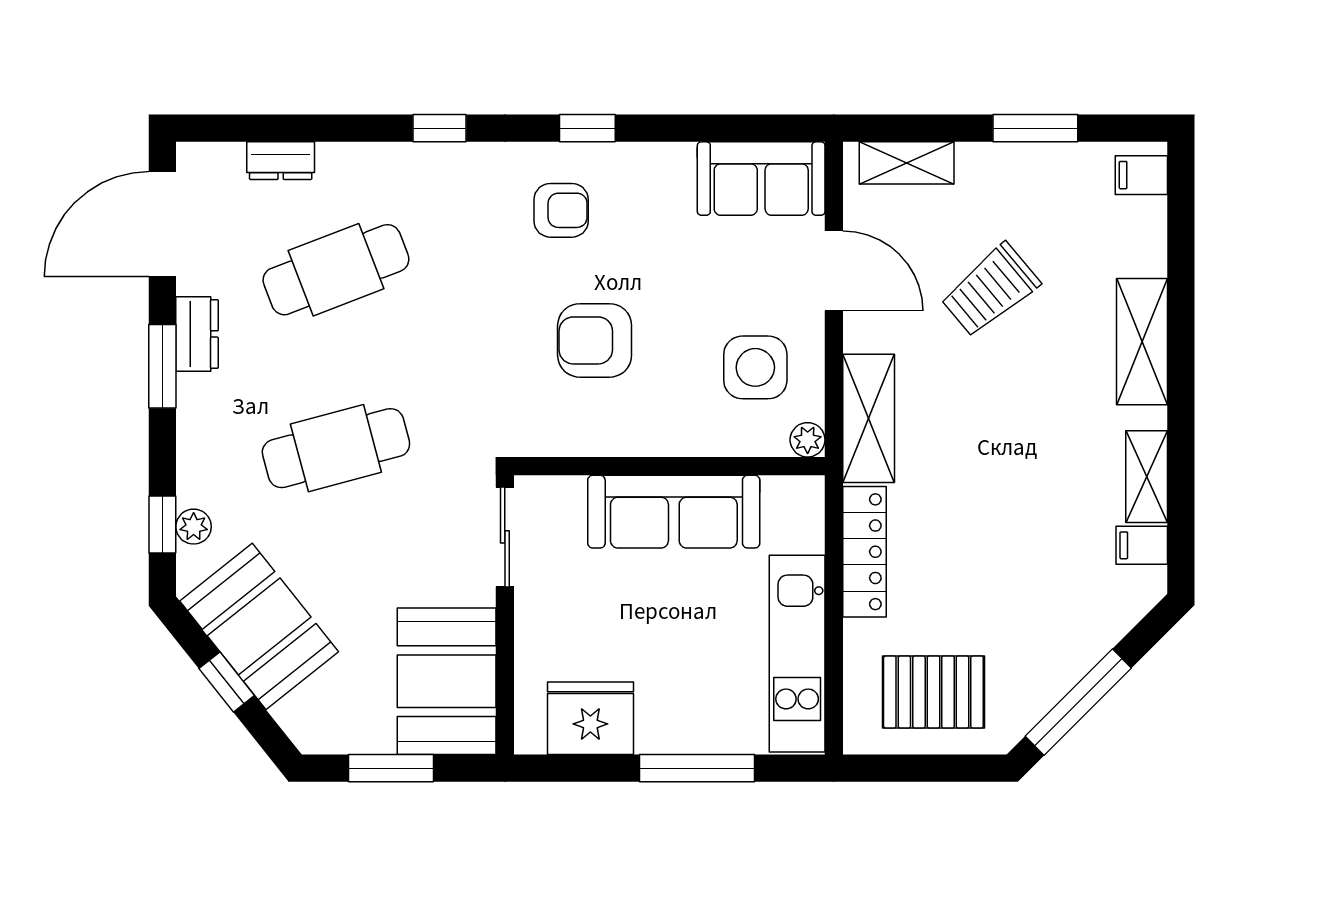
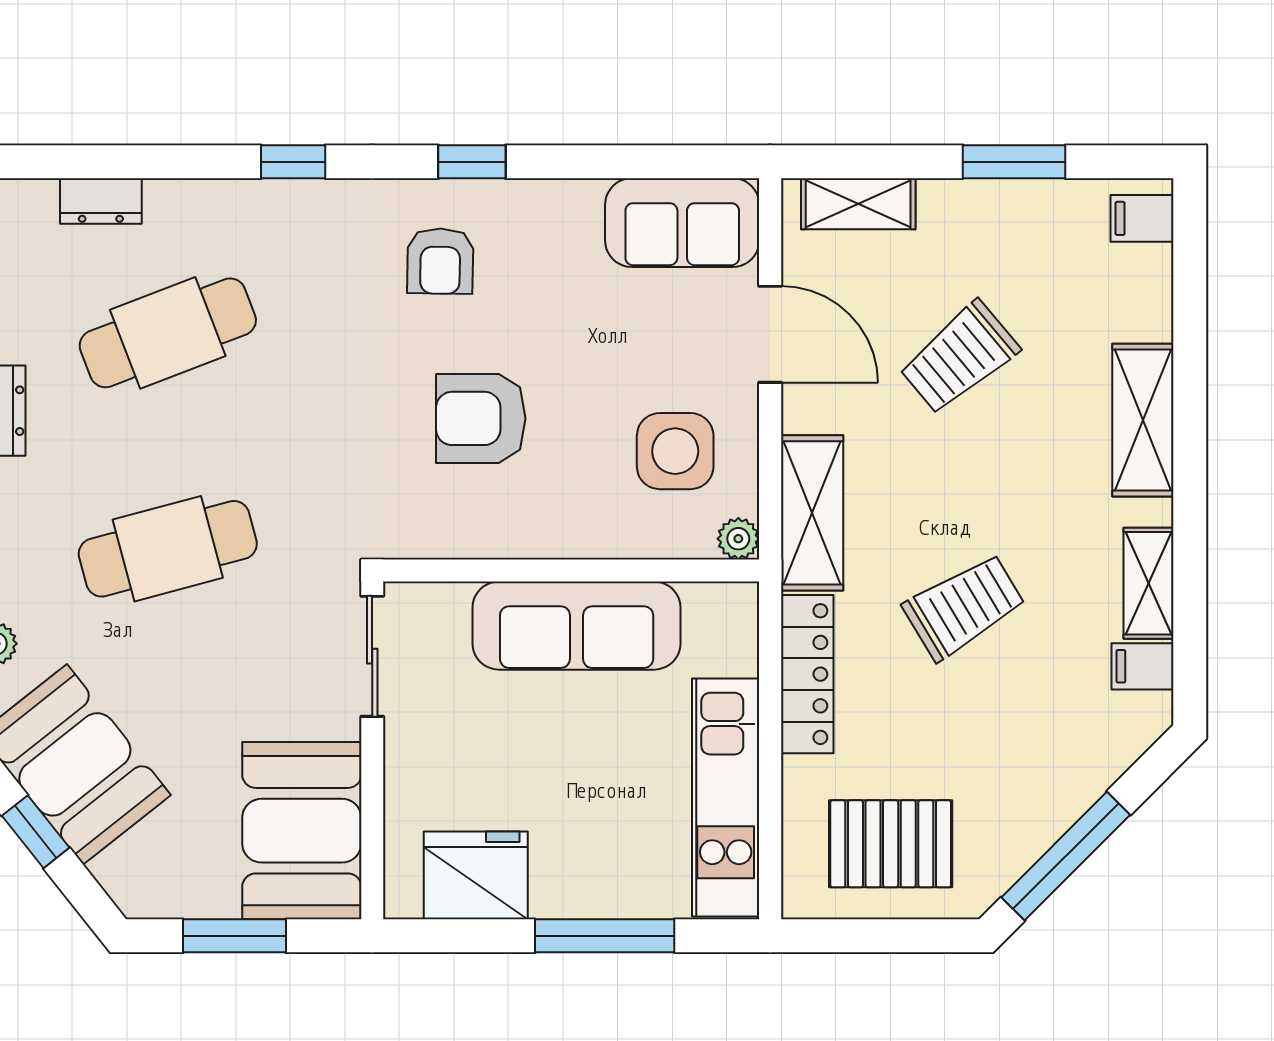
armchair: (561, 210) -> (440, 261), turned 91
trolley: (994, 496) -> (964, 607), added

